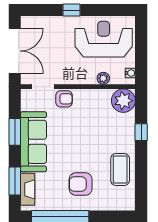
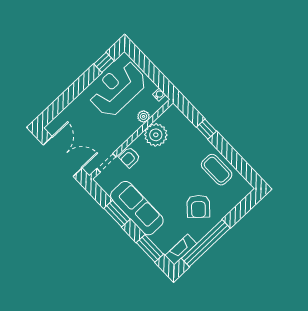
window: (71, 10) -> (104, 62), moved
armchair: (64, 99) -> (130, 157), turned 180
plant: (123, 101) -> (156, 135), moved
armchair: (81, 184) -> (198, 206), turned -48
fireplace: (28, 189) -> (181, 250), moved, turned -90

